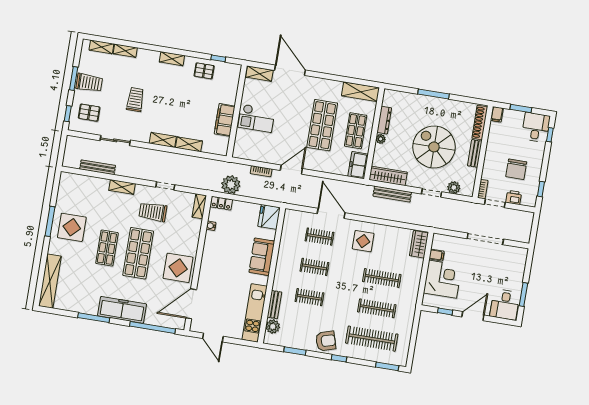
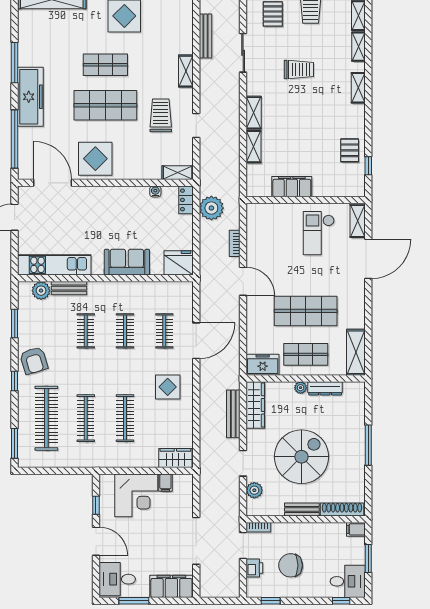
shelving: (172, 59) -> (358, 88), moved
checkout: (256, 118) -> (319, 233), moved
filing cabinet: (517, 264) -> (171, 586), added

